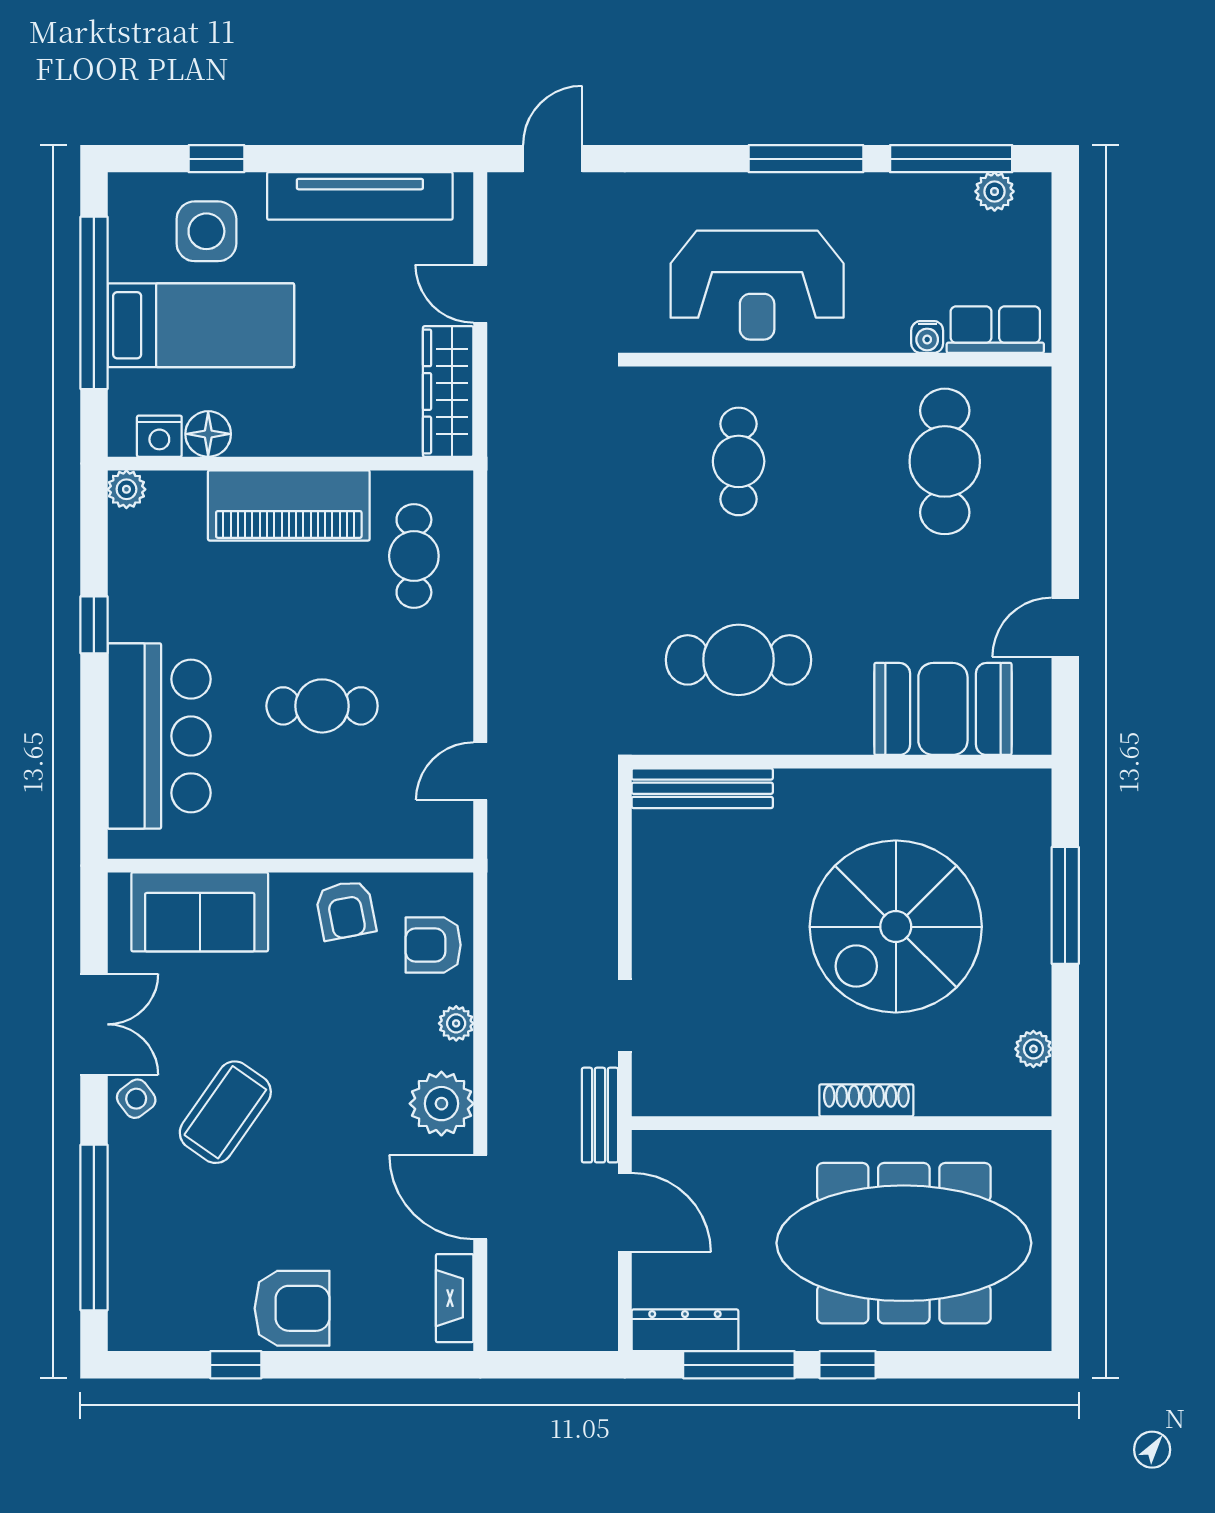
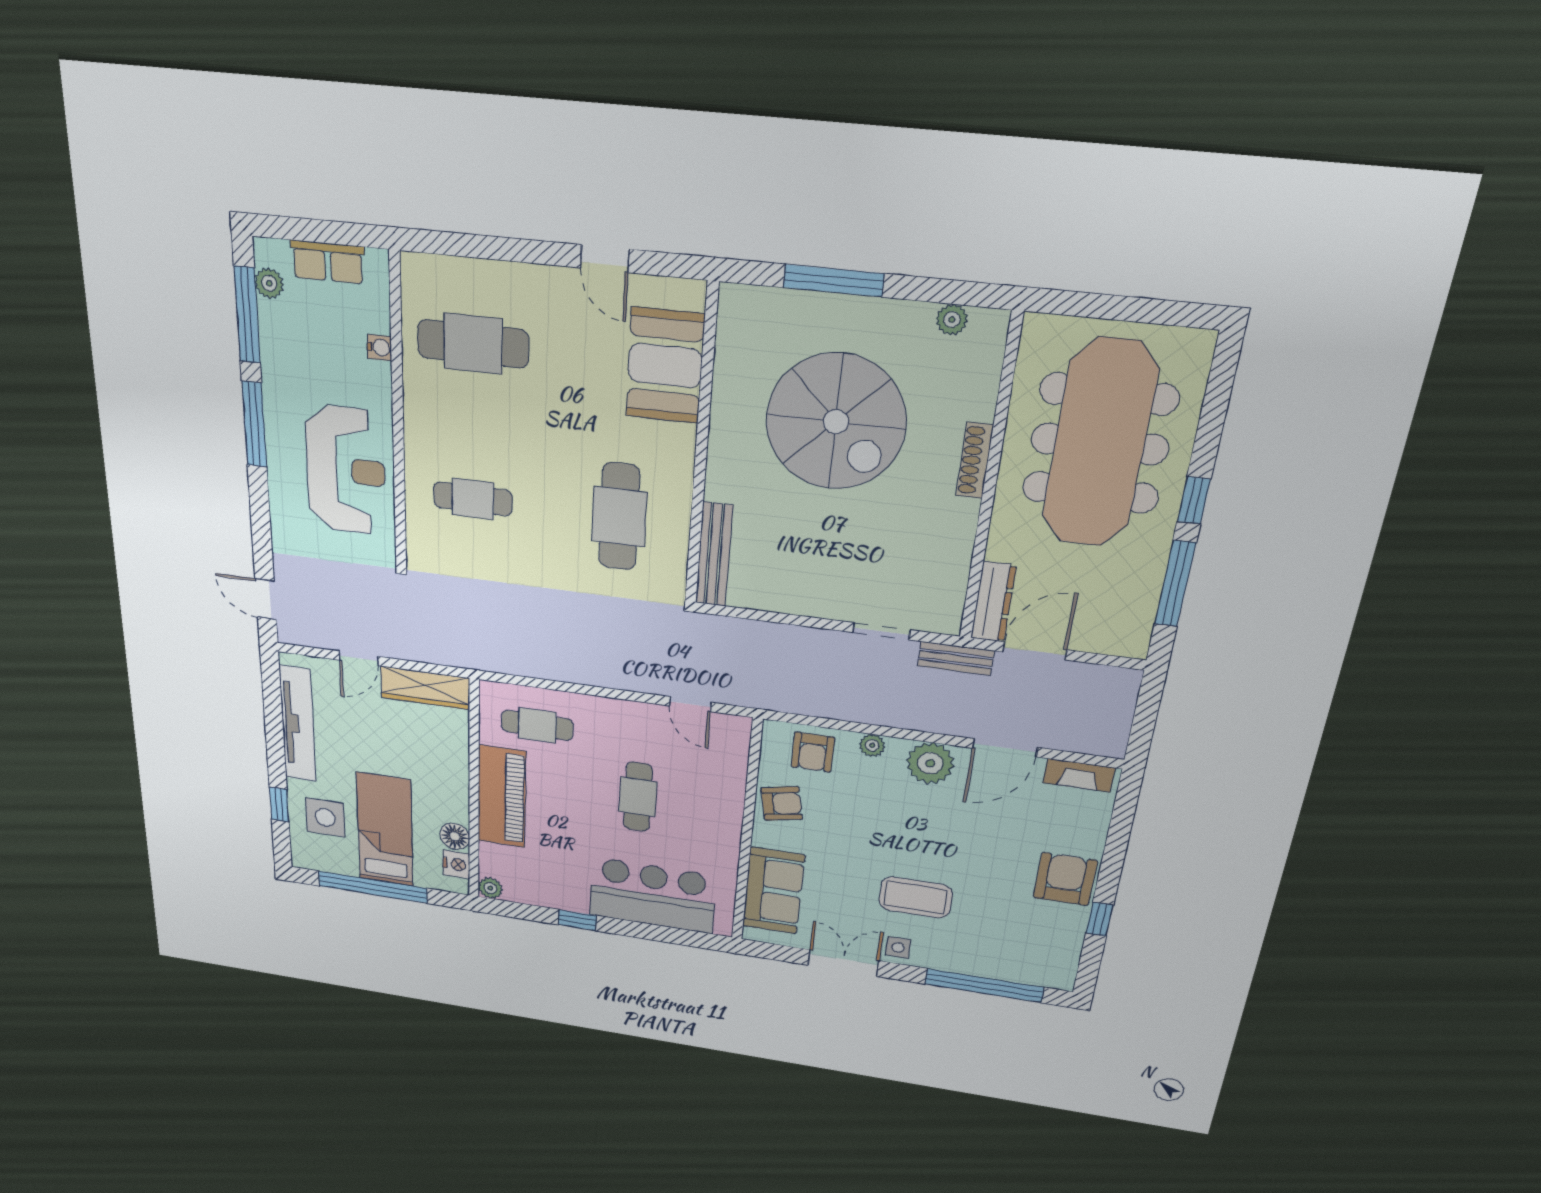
row of seats: (995, 330) -> (328, 262), moved, turned -90
side table: (136, 1099) -> (898, 947), turned 37
coffee table: (225, 1112) -> (916, 897), turned -35
dresser: (685, 1330) -> (993, 602), moved, turned 180

